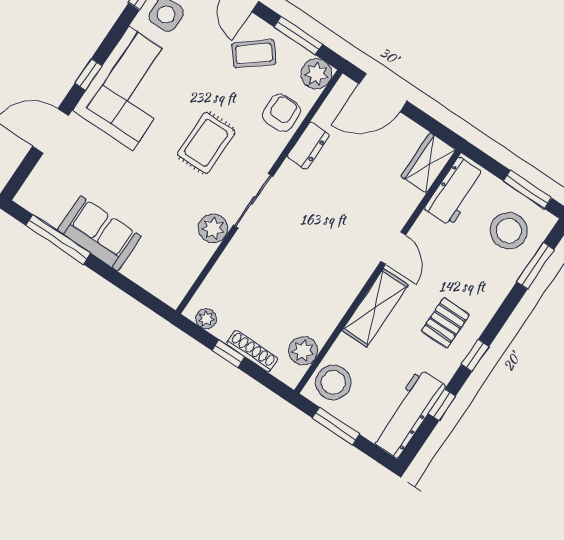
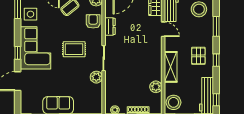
rug: (206, 143) -> (74, 49), turned 90
door: (393, 248) -> (163, 29), moved
window: (535, 266) -> (216, 26), moved
plant: (303, 351) -> (156, 87), moved
window: (442, 405) -> (216, 100), moved

